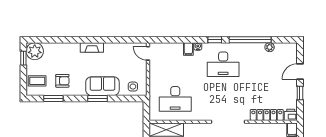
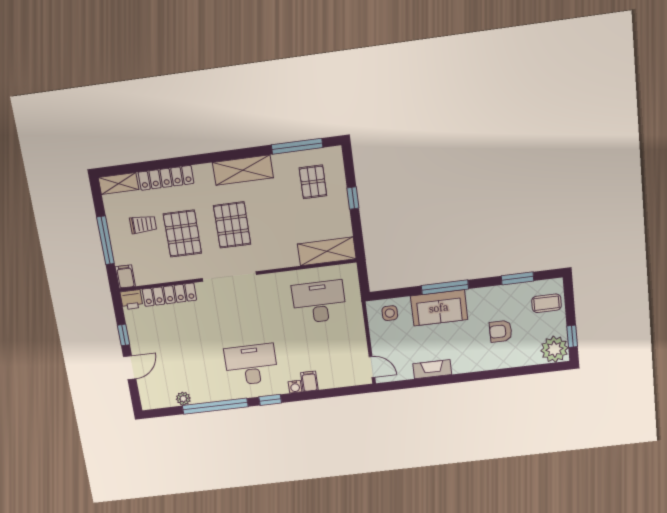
fireplace: (92, 48) -> (432, 369), moved
armchair: (62, 81) -> (501, 331), moved
window: (98, 98) -> (445, 287), width x1.44

